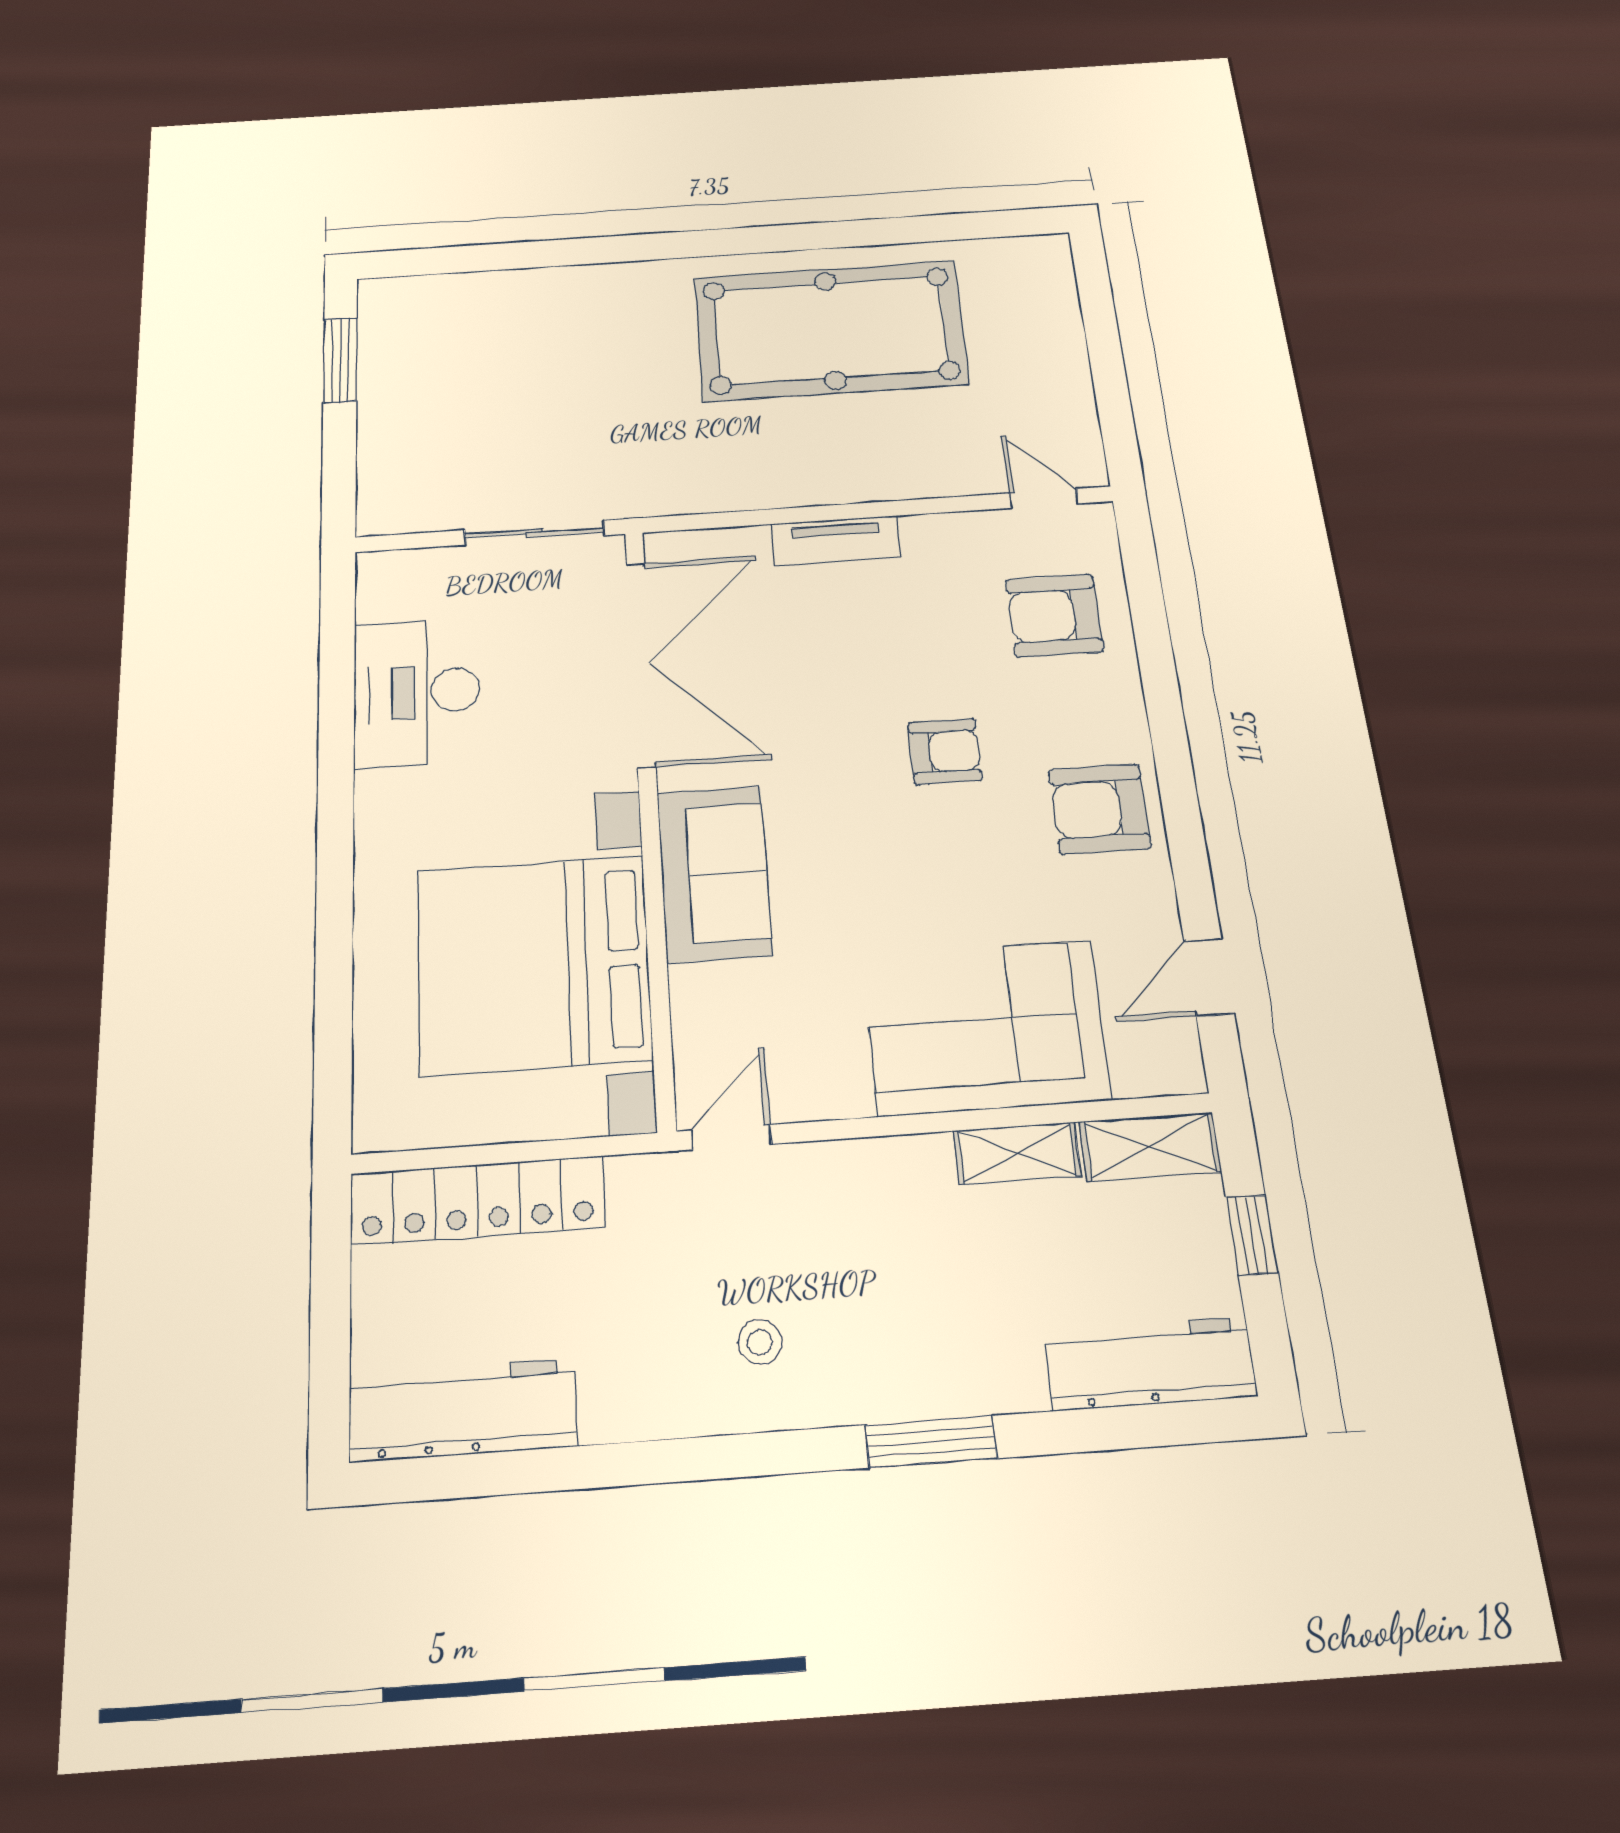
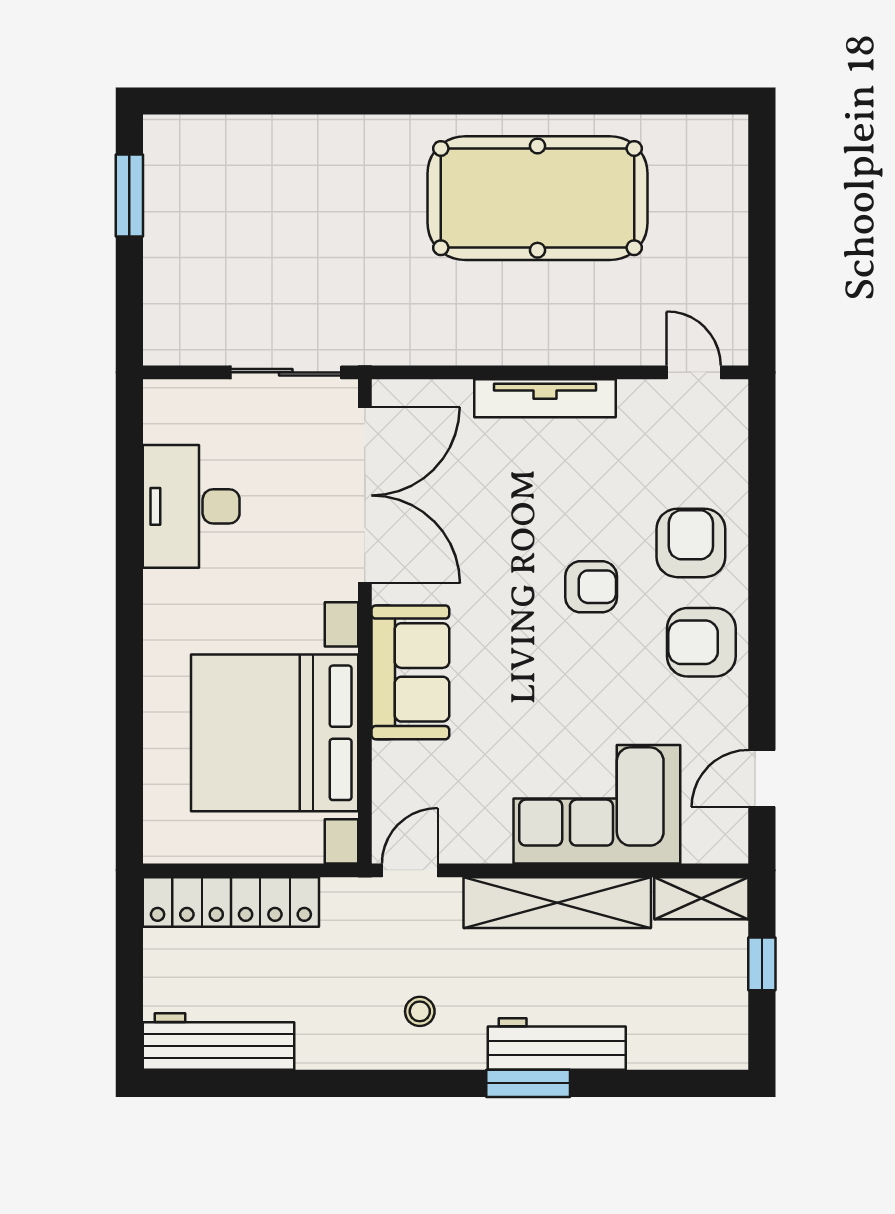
tv unit: (836, 541) -> (545, 398), width x1.41
armchair: (1054, 616) -> (691, 543), moved, turned 90
shelving: (1017, 1153) -> (557, 903), width x2.20, depth x1.33
workbench: (1150, 1364) -> (557, 1044), moved

